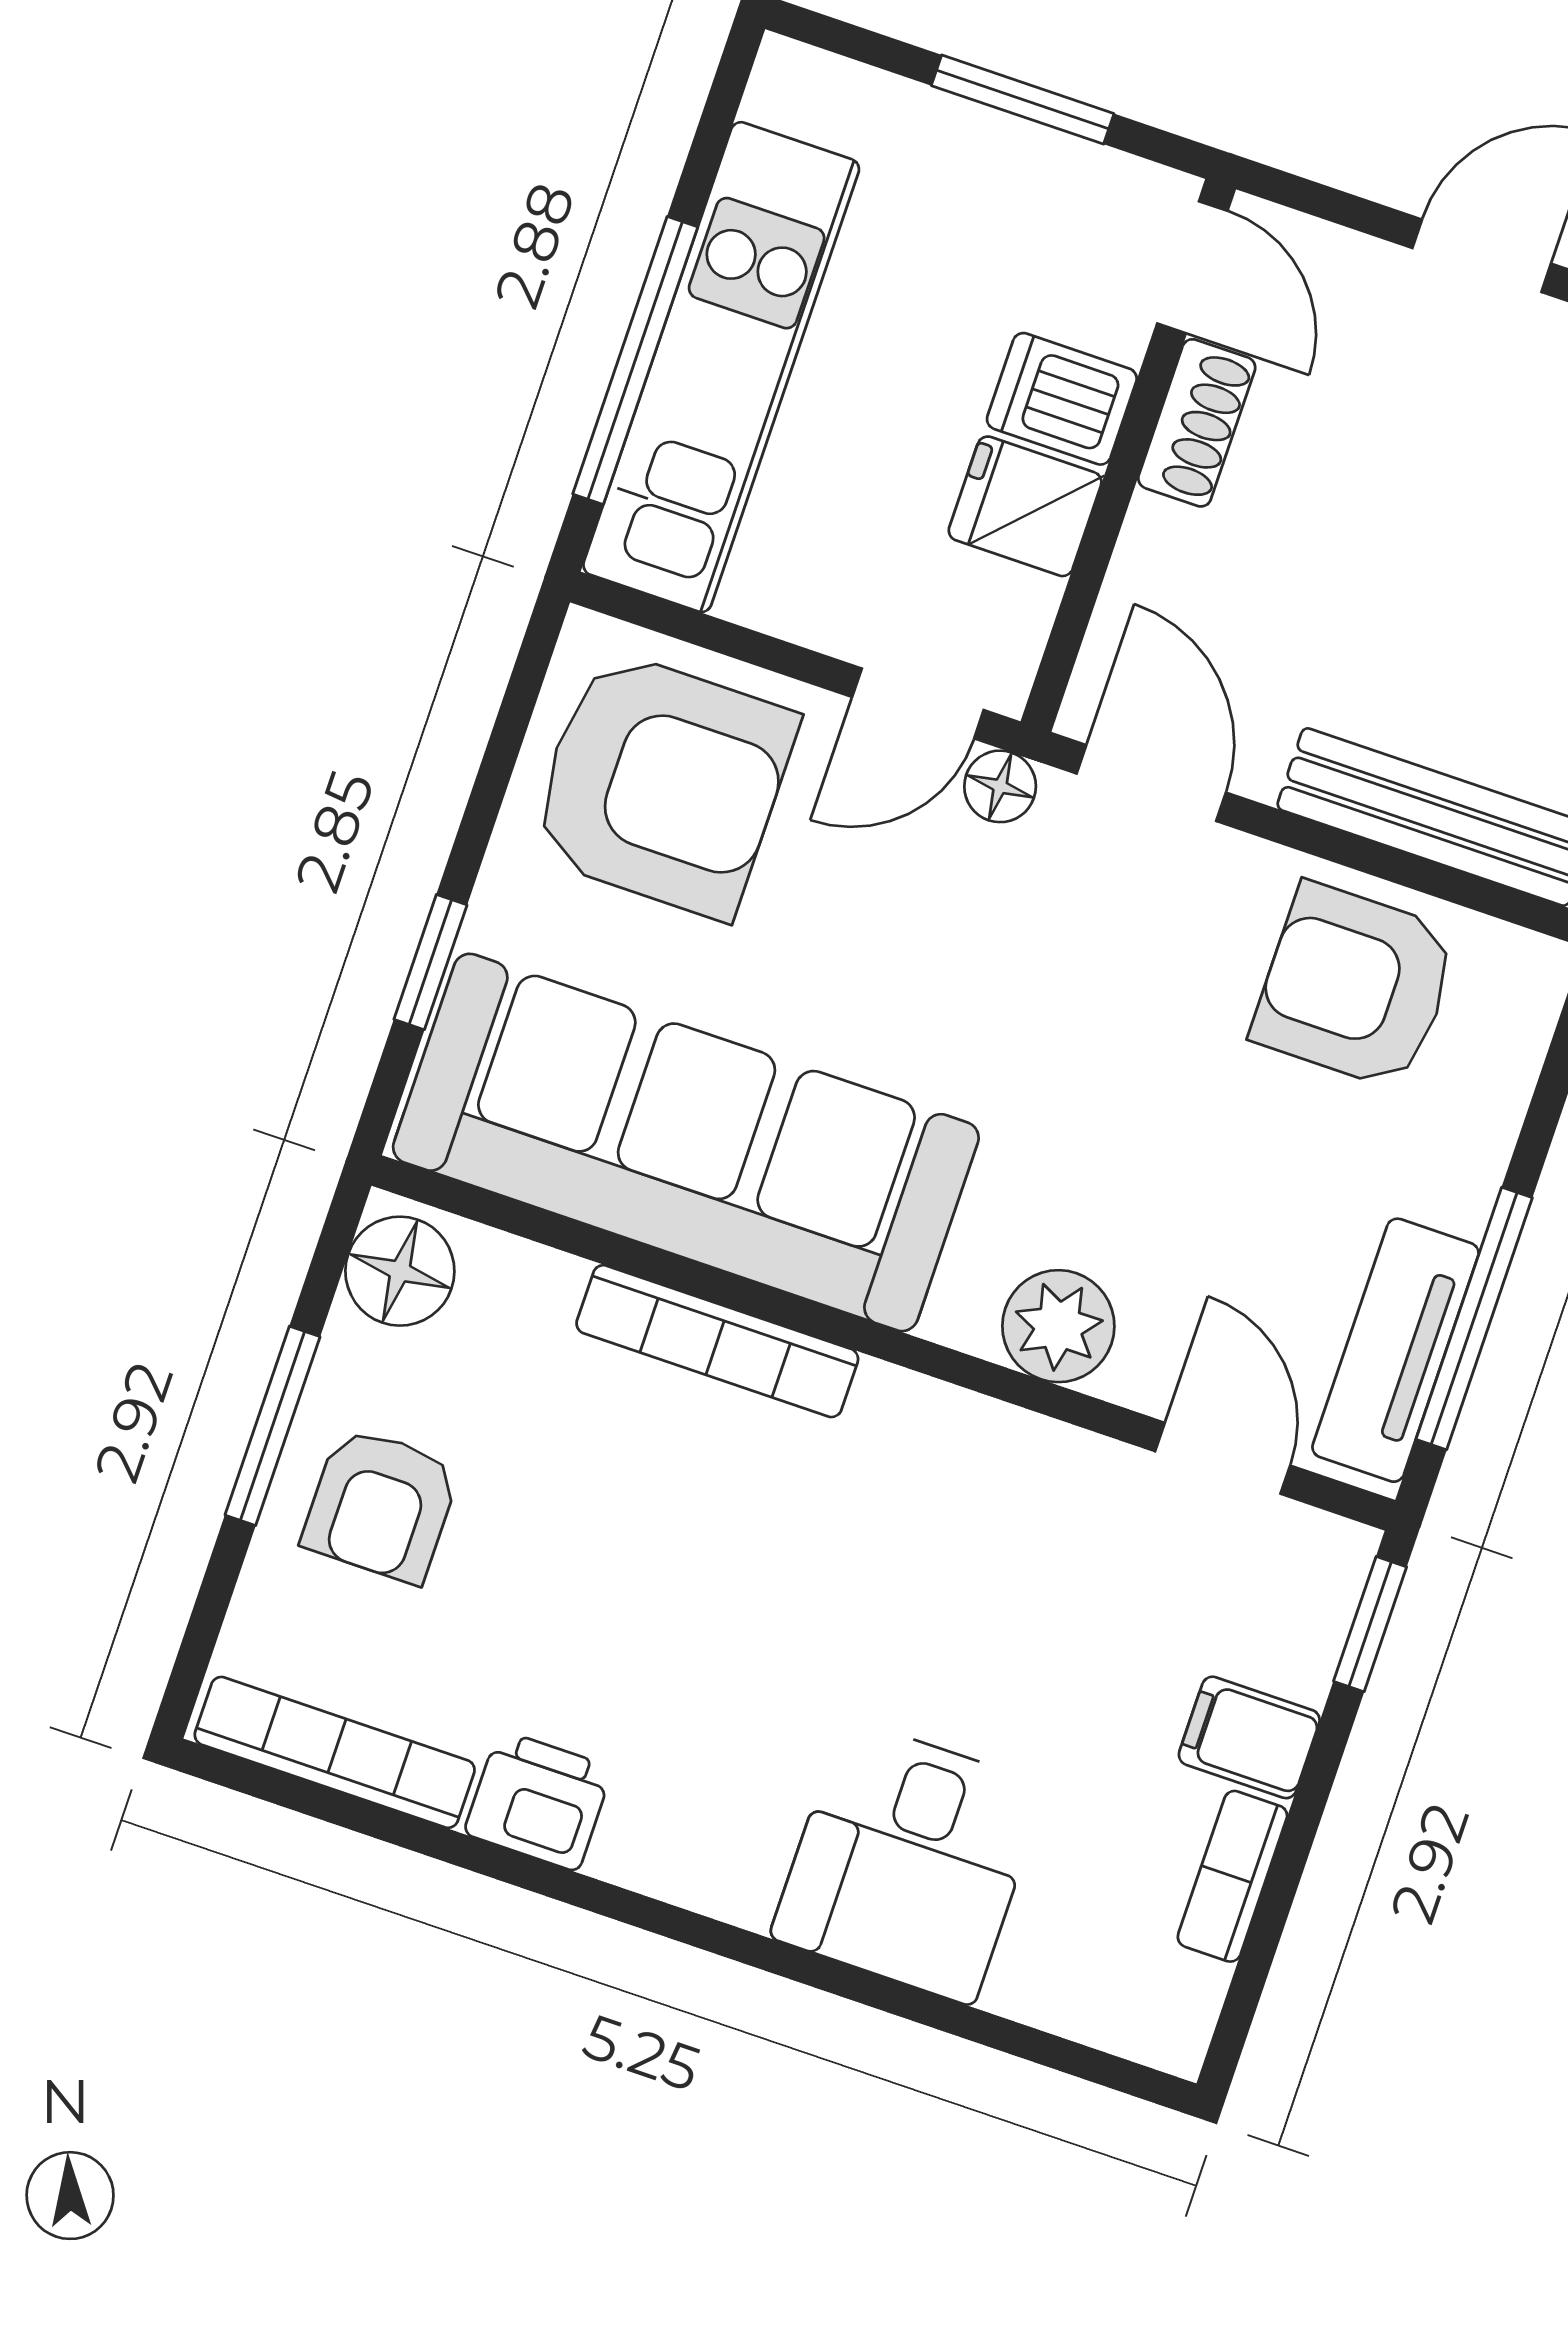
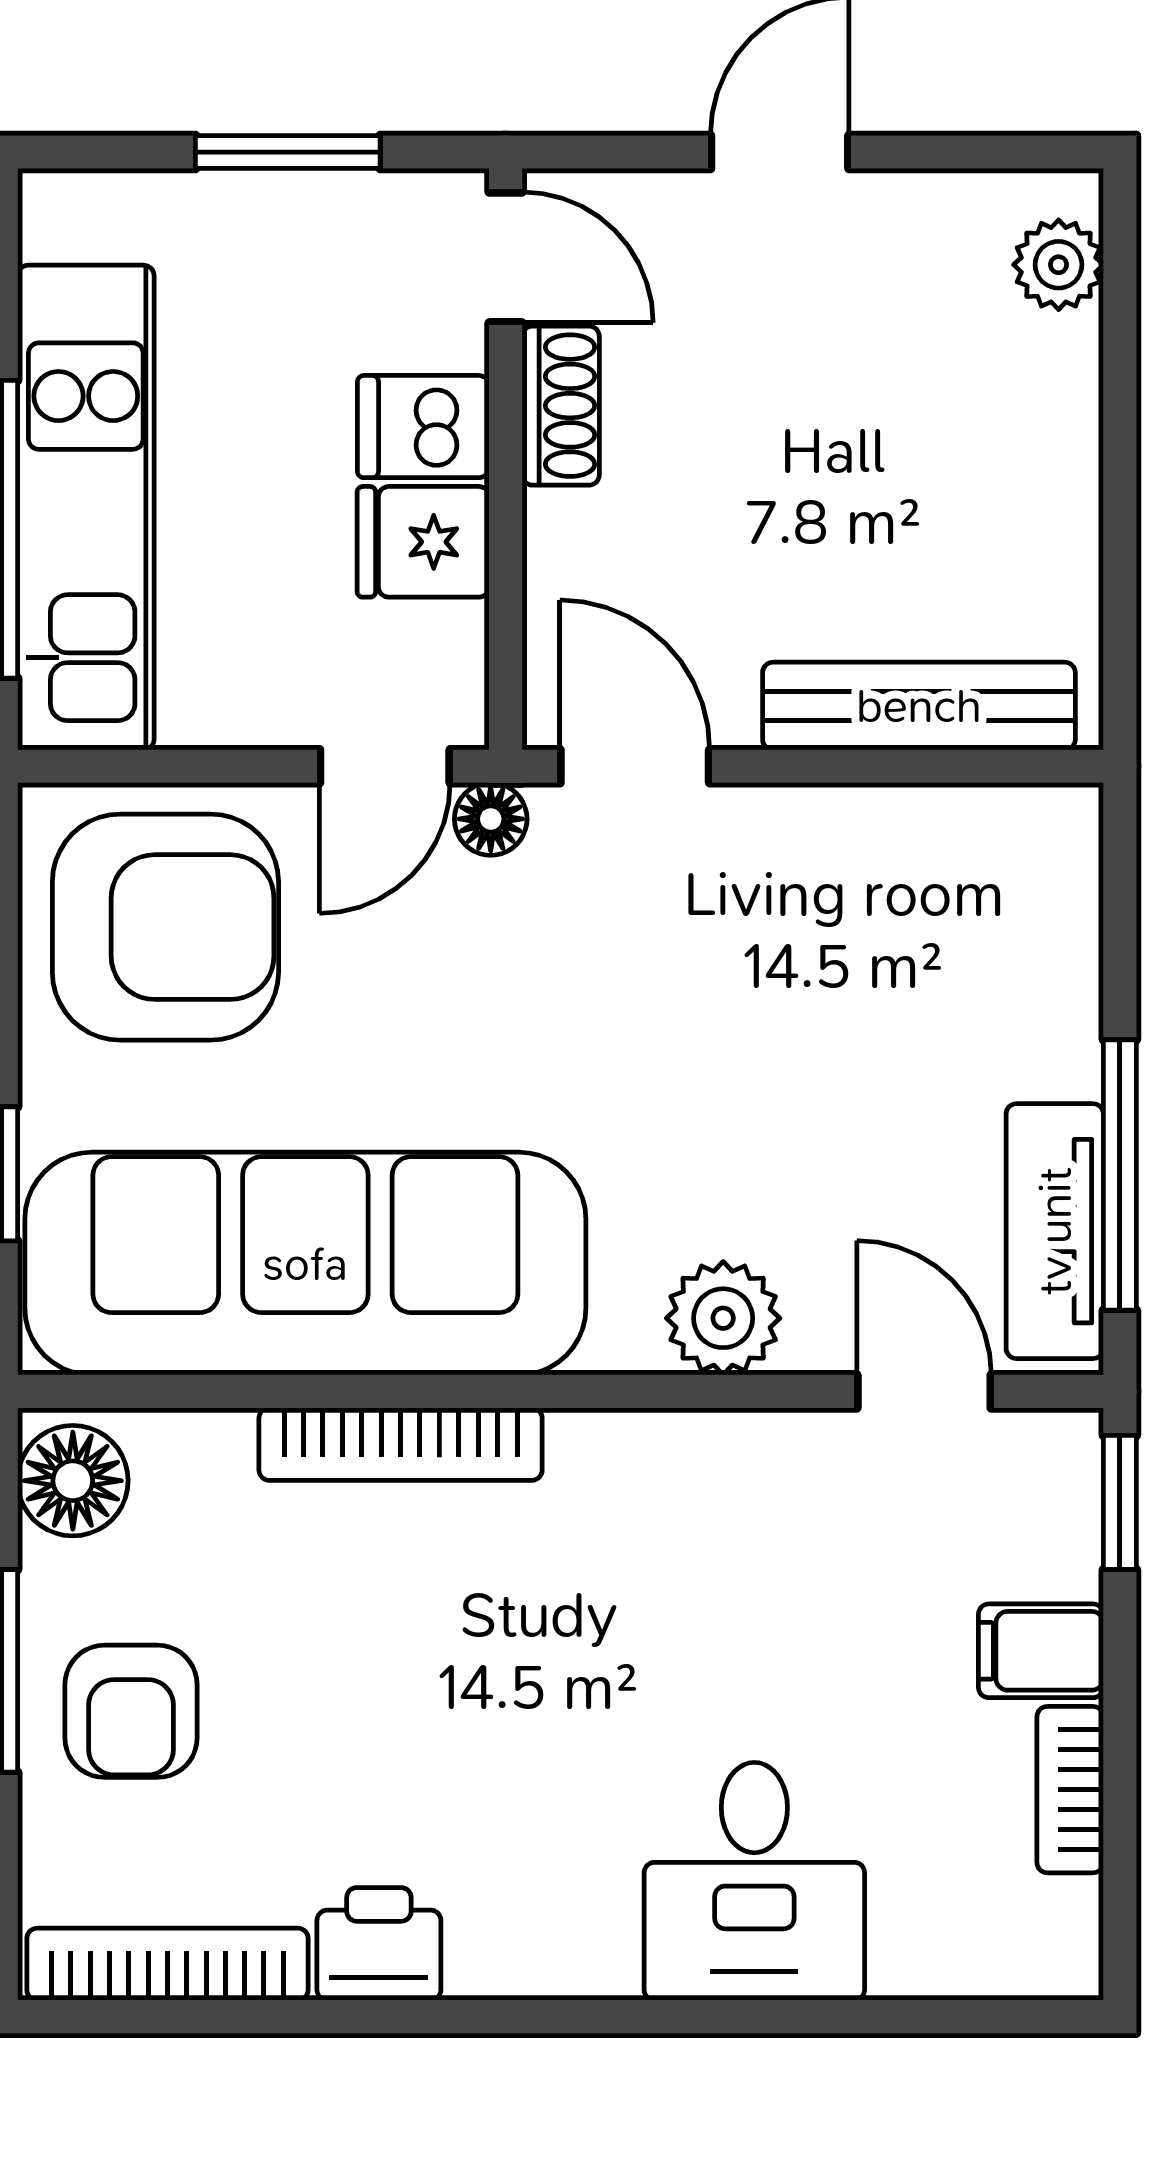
armchair: (1355, 986) -> (897, 895), removed

